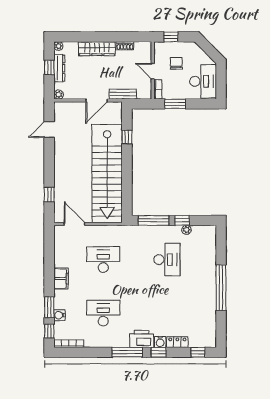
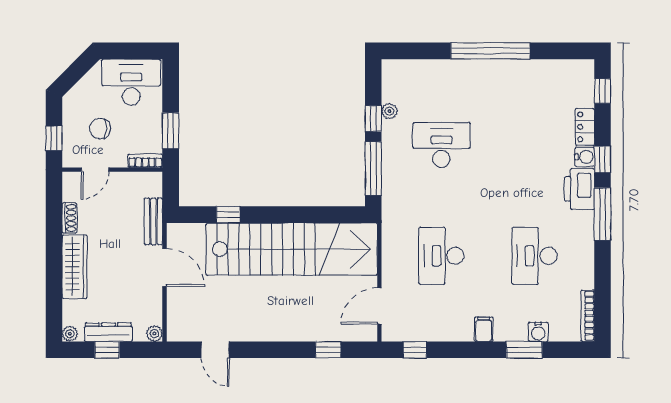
door: (153, 71) -> (95, 170), moved
filing cabinet: (61, 279) -> (484, 329), width x0.50
window: (49, 331) -> (415, 350), moved

